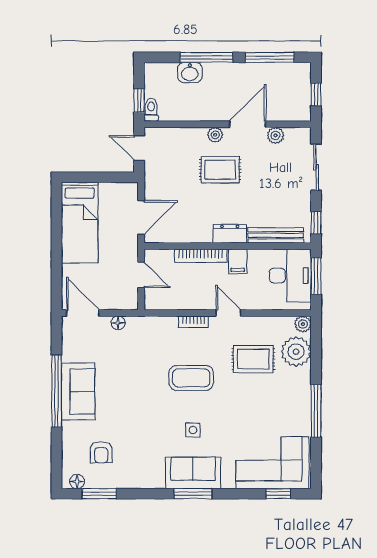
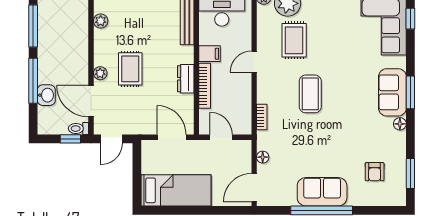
door: (248, 124) -> (91, 101), moved
dresser: (230, 234) -> (186, 79), moved
door: (141, 275) -> (221, 137), hinge flipped
bookcase: (193, 322) -> (262, 117), moved
side table: (193, 430) -> (355, 92), removed
armchair: (101, 452) -> (375, 172), turned 90
floor lamp: (77, 481) -> (400, 124), moved

